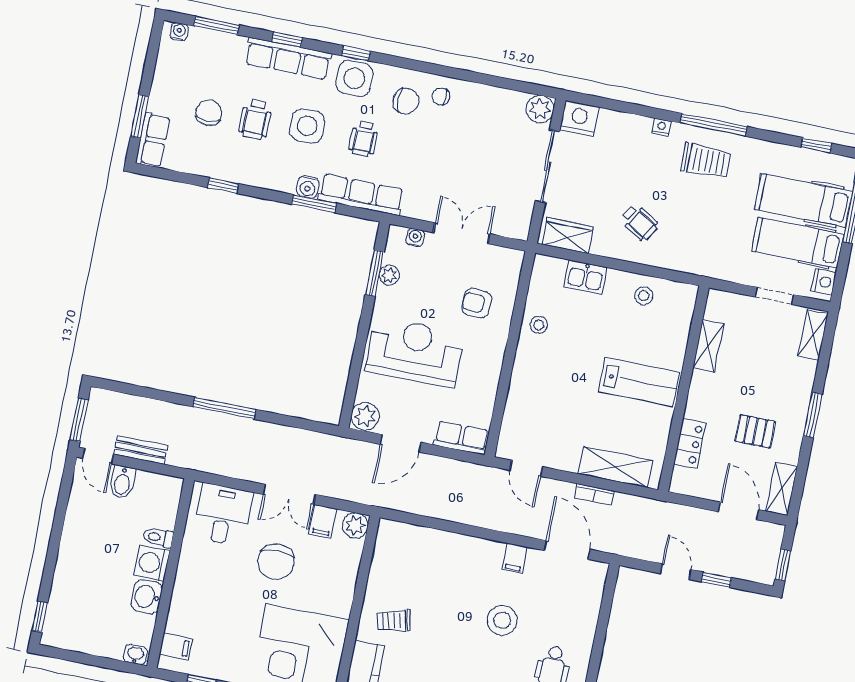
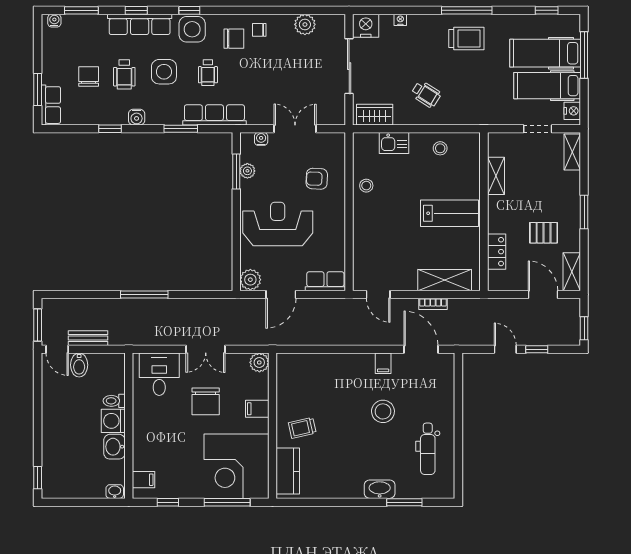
plant: (540, 109) -> (305, 24), moved
nightstand: (661, 127) -> (400, 20), moved
water cooler: (308, 187) -> (137, 117), moved
filing cabinet: (323, 522) -> (257, 409), moved, turned 90

